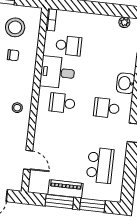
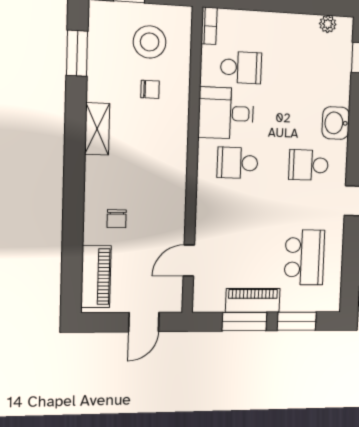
stool: (17, 108) -> (164, 177), removed
door: (28, 160) -> (189, 261), swing flipped

